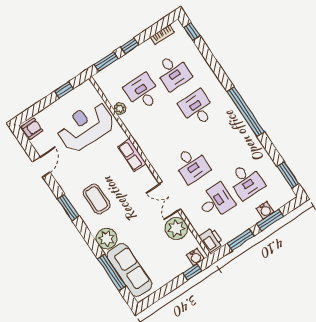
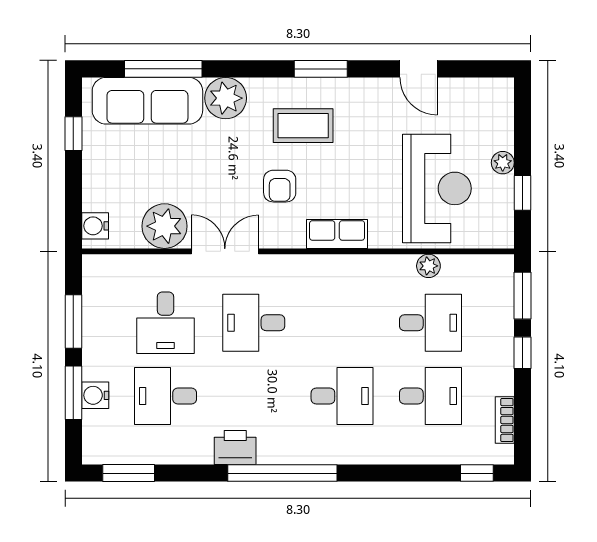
desk: (173, 72) -> (430, 396), turned 180
plant: (57, 106) -> (503, 163), added
armchair: (32, 129) -> (280, 186), moved
printer: (211, 240) -> (235, 447), moved, turned 180
window: (192, 272) -> (73, 134), moved

